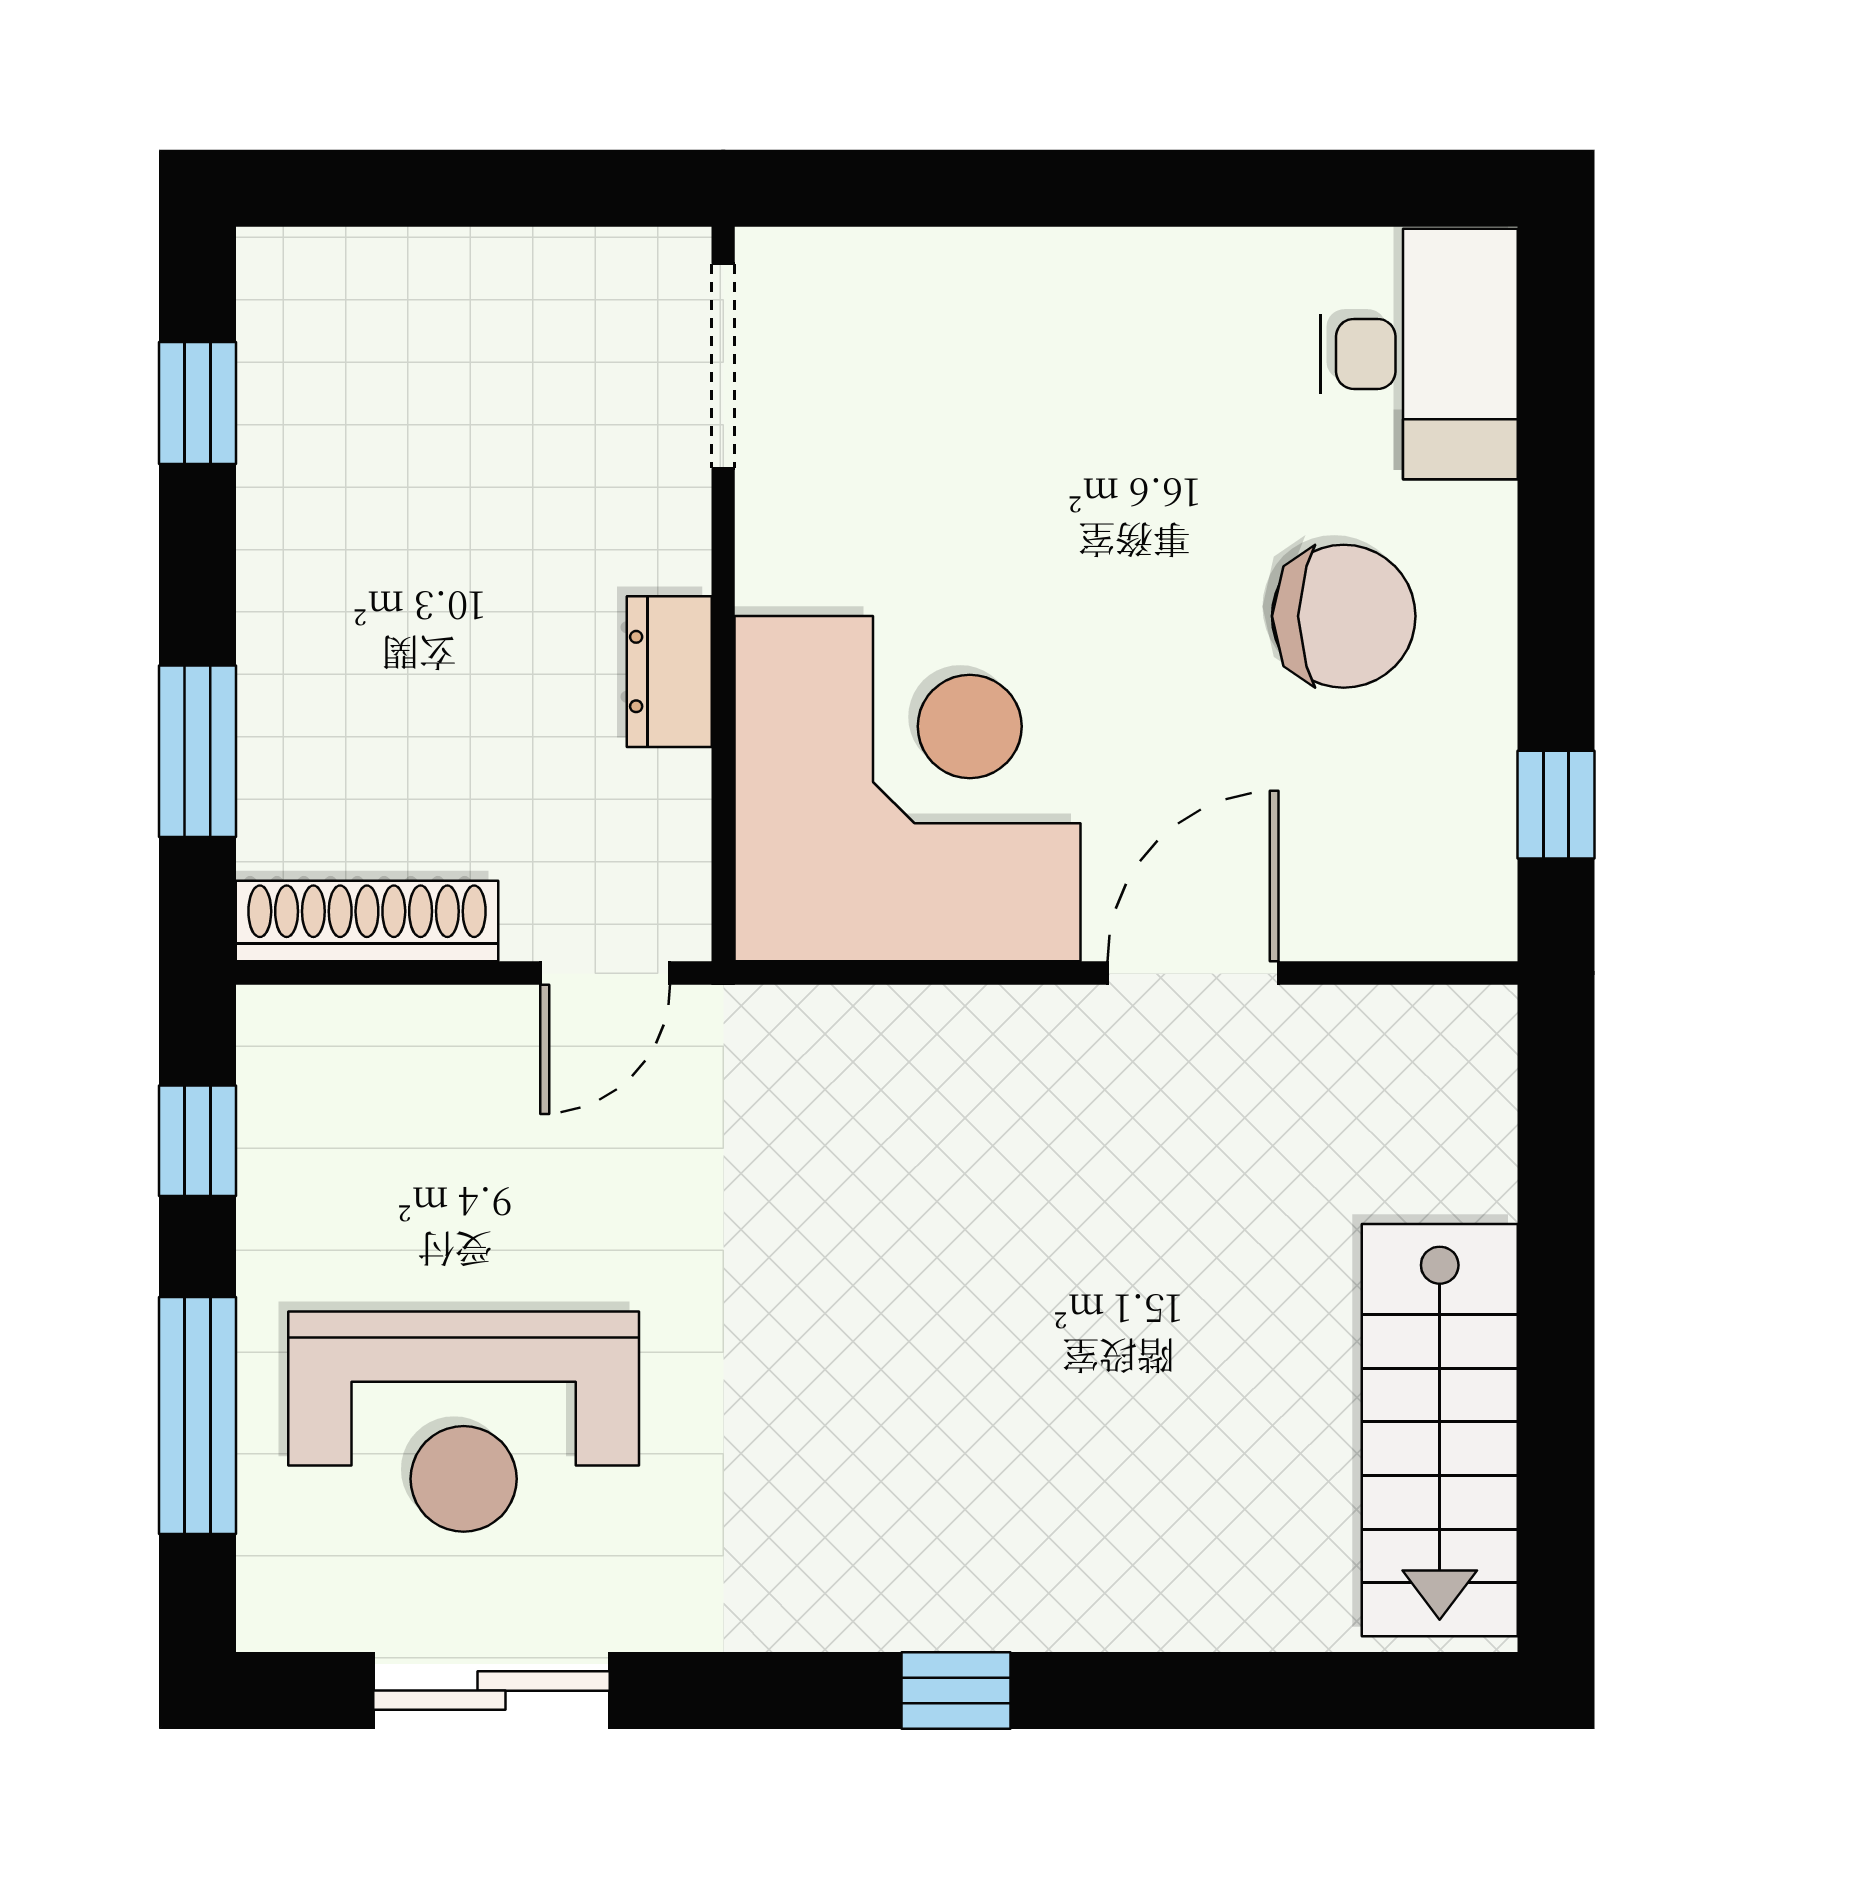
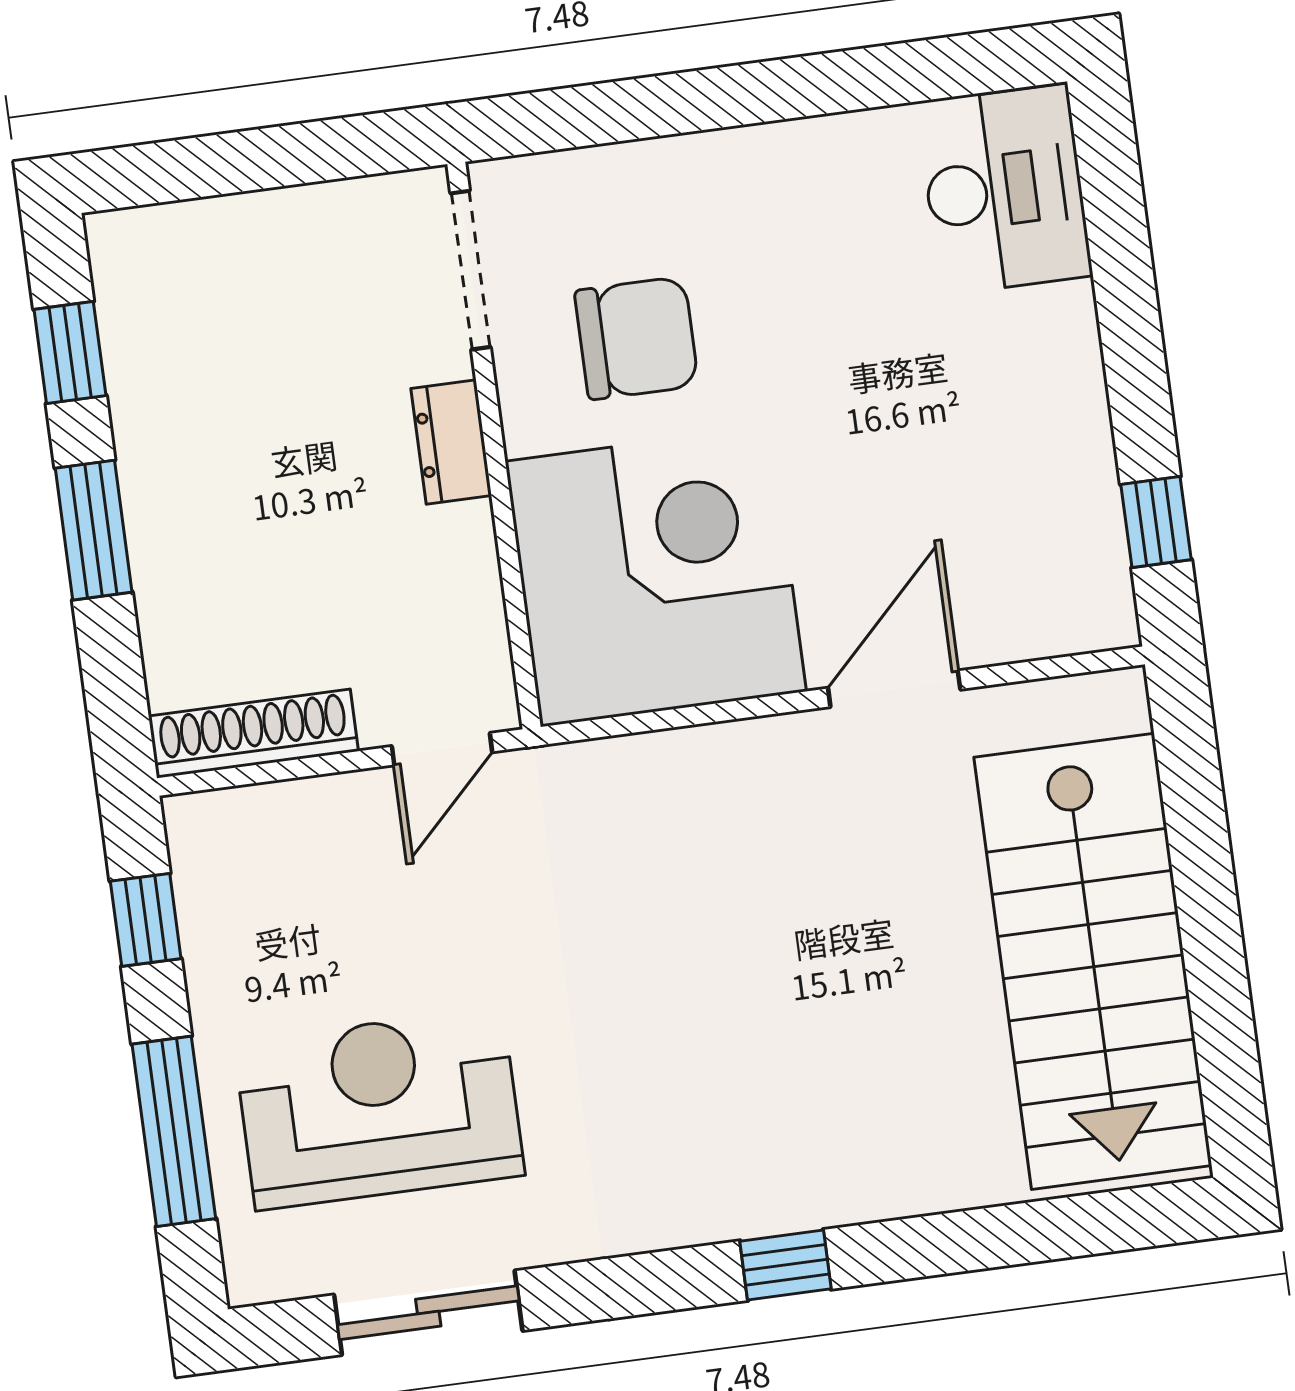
chair: (1344, 616) -> (637, 338), moved
dresser: (669, 672) -> (451, 442), moved
window: (198, 751) -> (94, 530), moved
reception desk: (464, 1422) -> (379, 1109), turned 180
stairs: (1440, 1430) -> (1093, 961), width x1.36, depth x1.51

